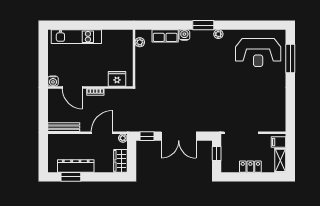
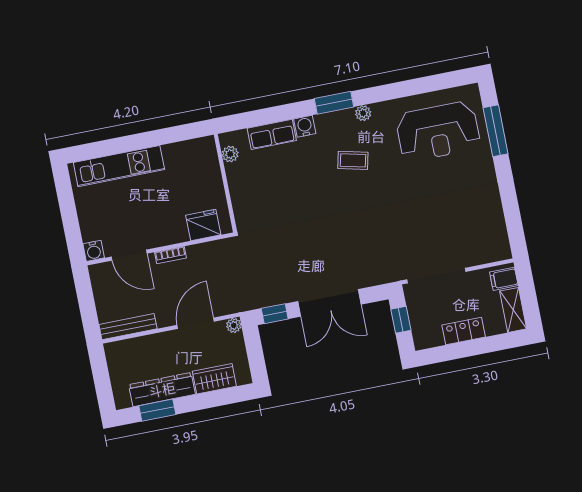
coffee table: (208, 59) -> (353, 160), added
wardrobe: (120, 161) -> (214, 379), moved, turned 90

